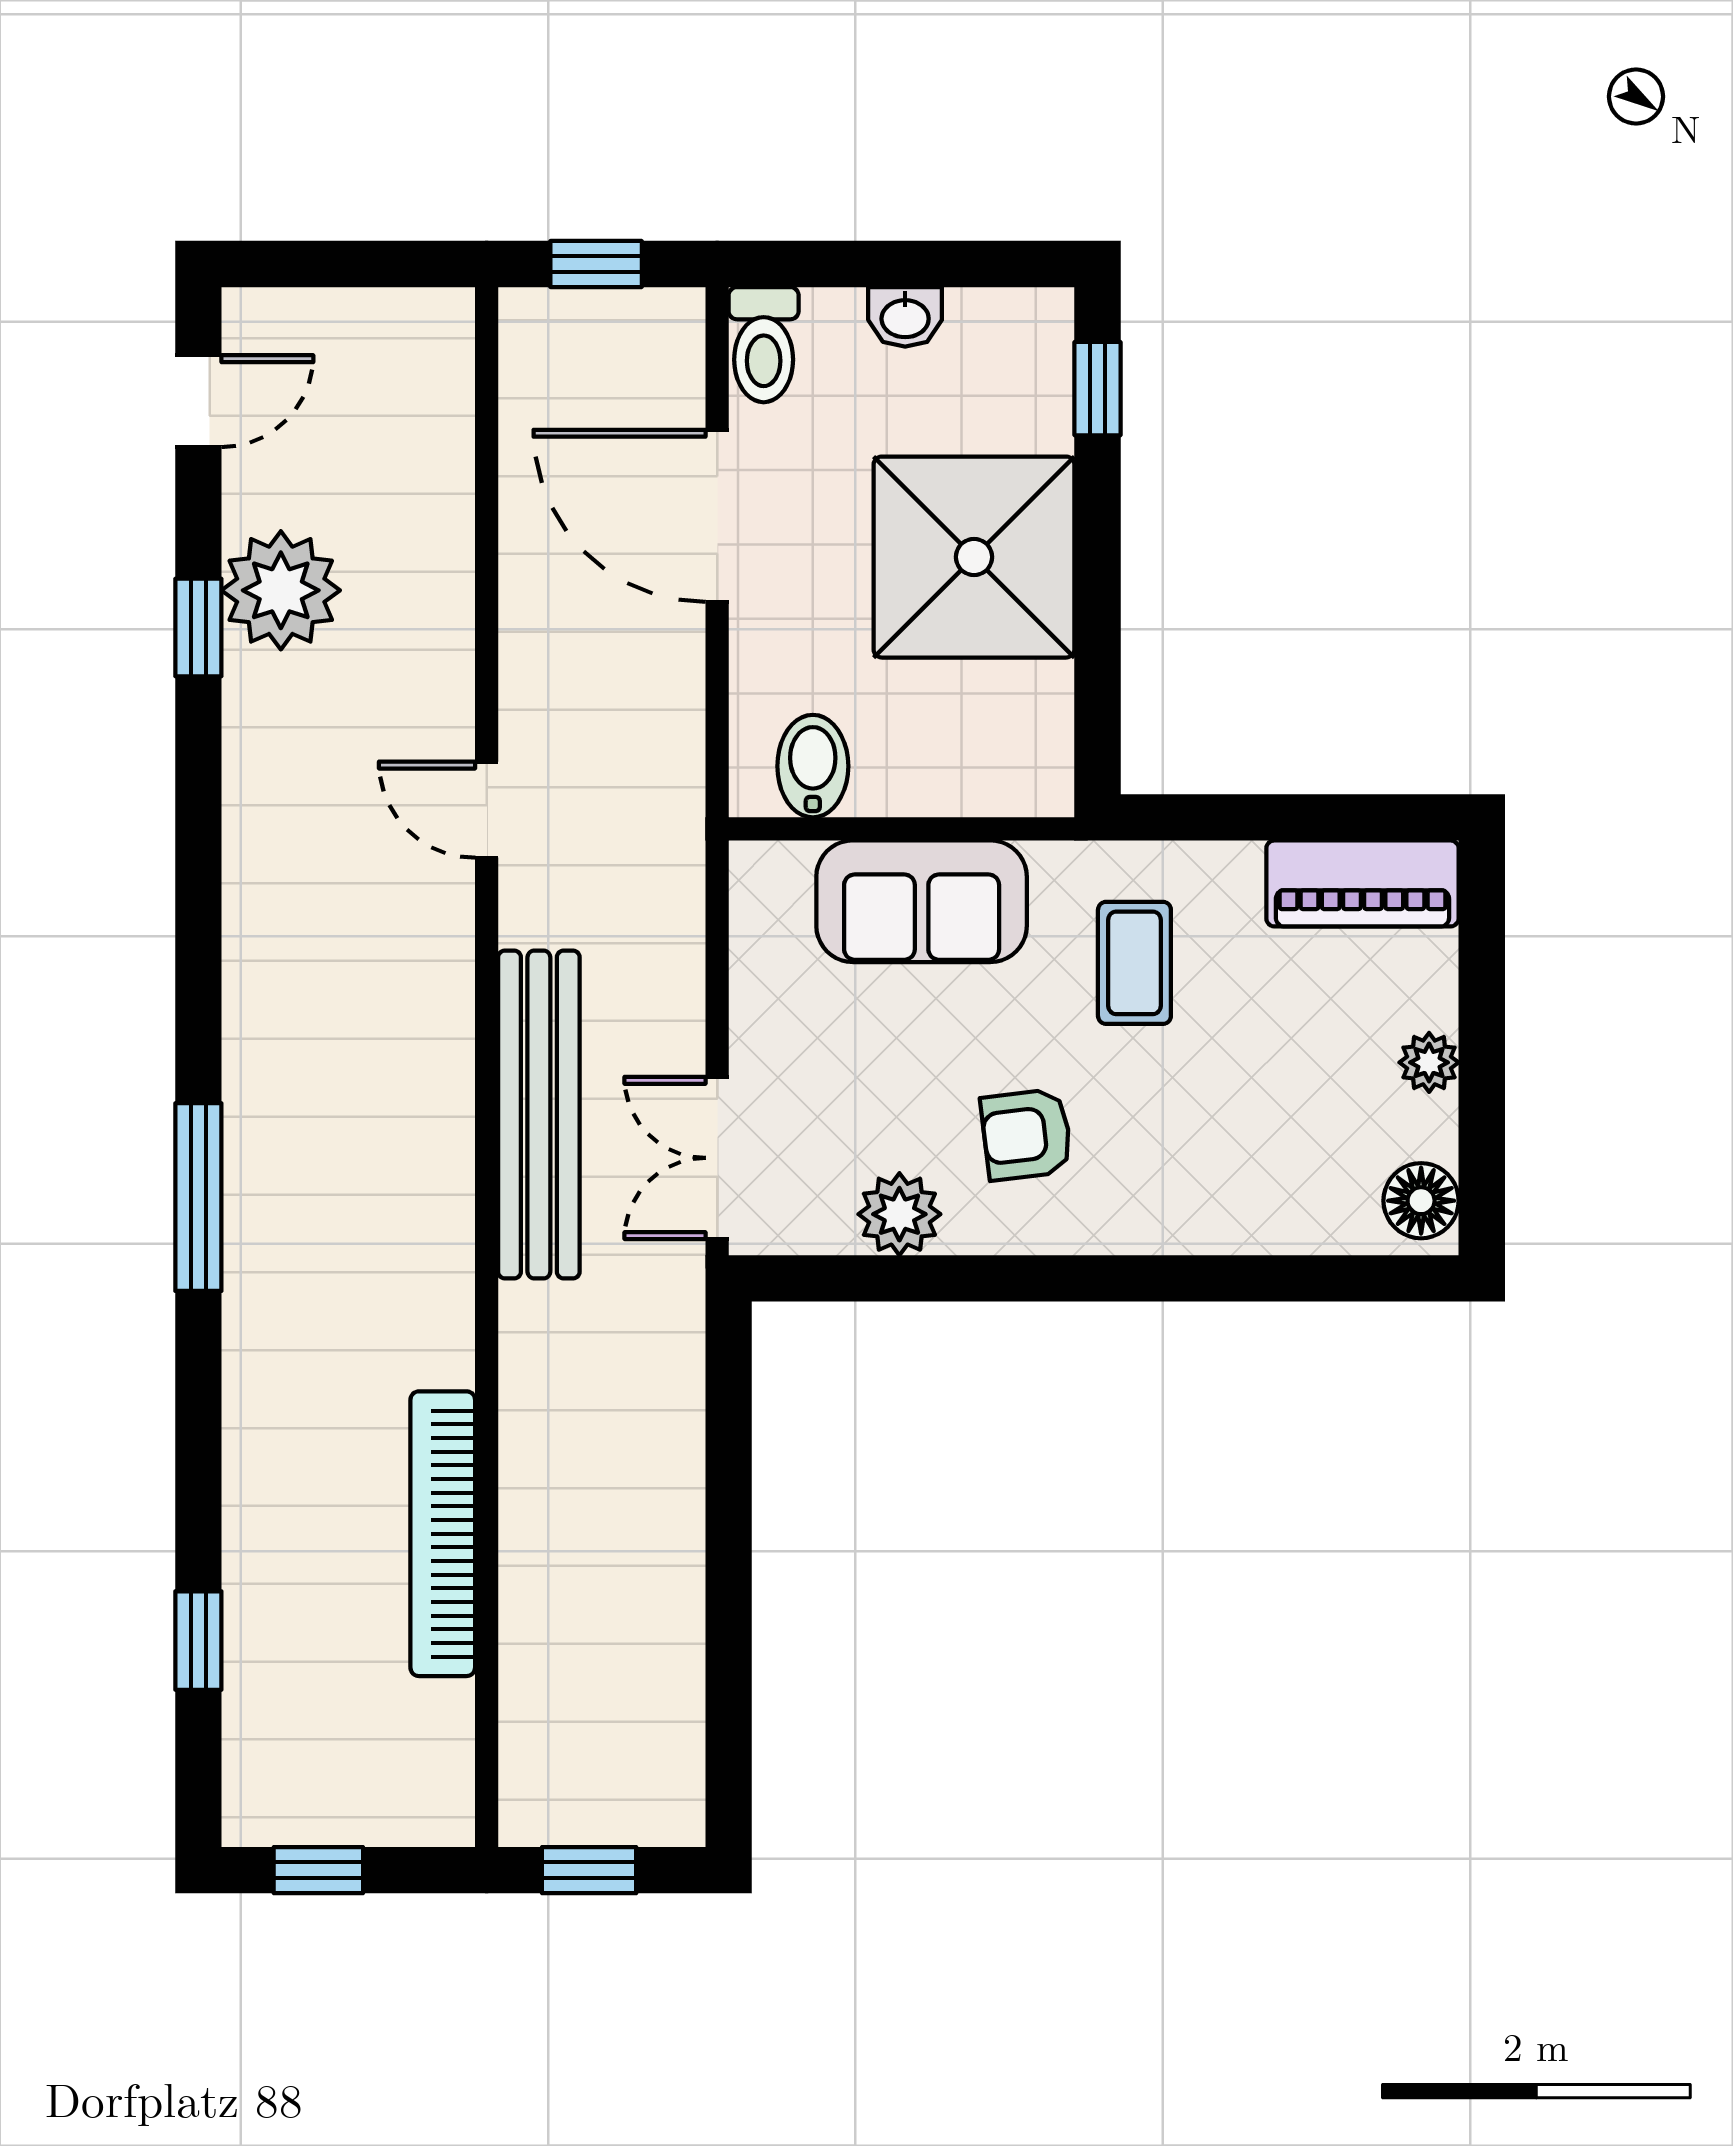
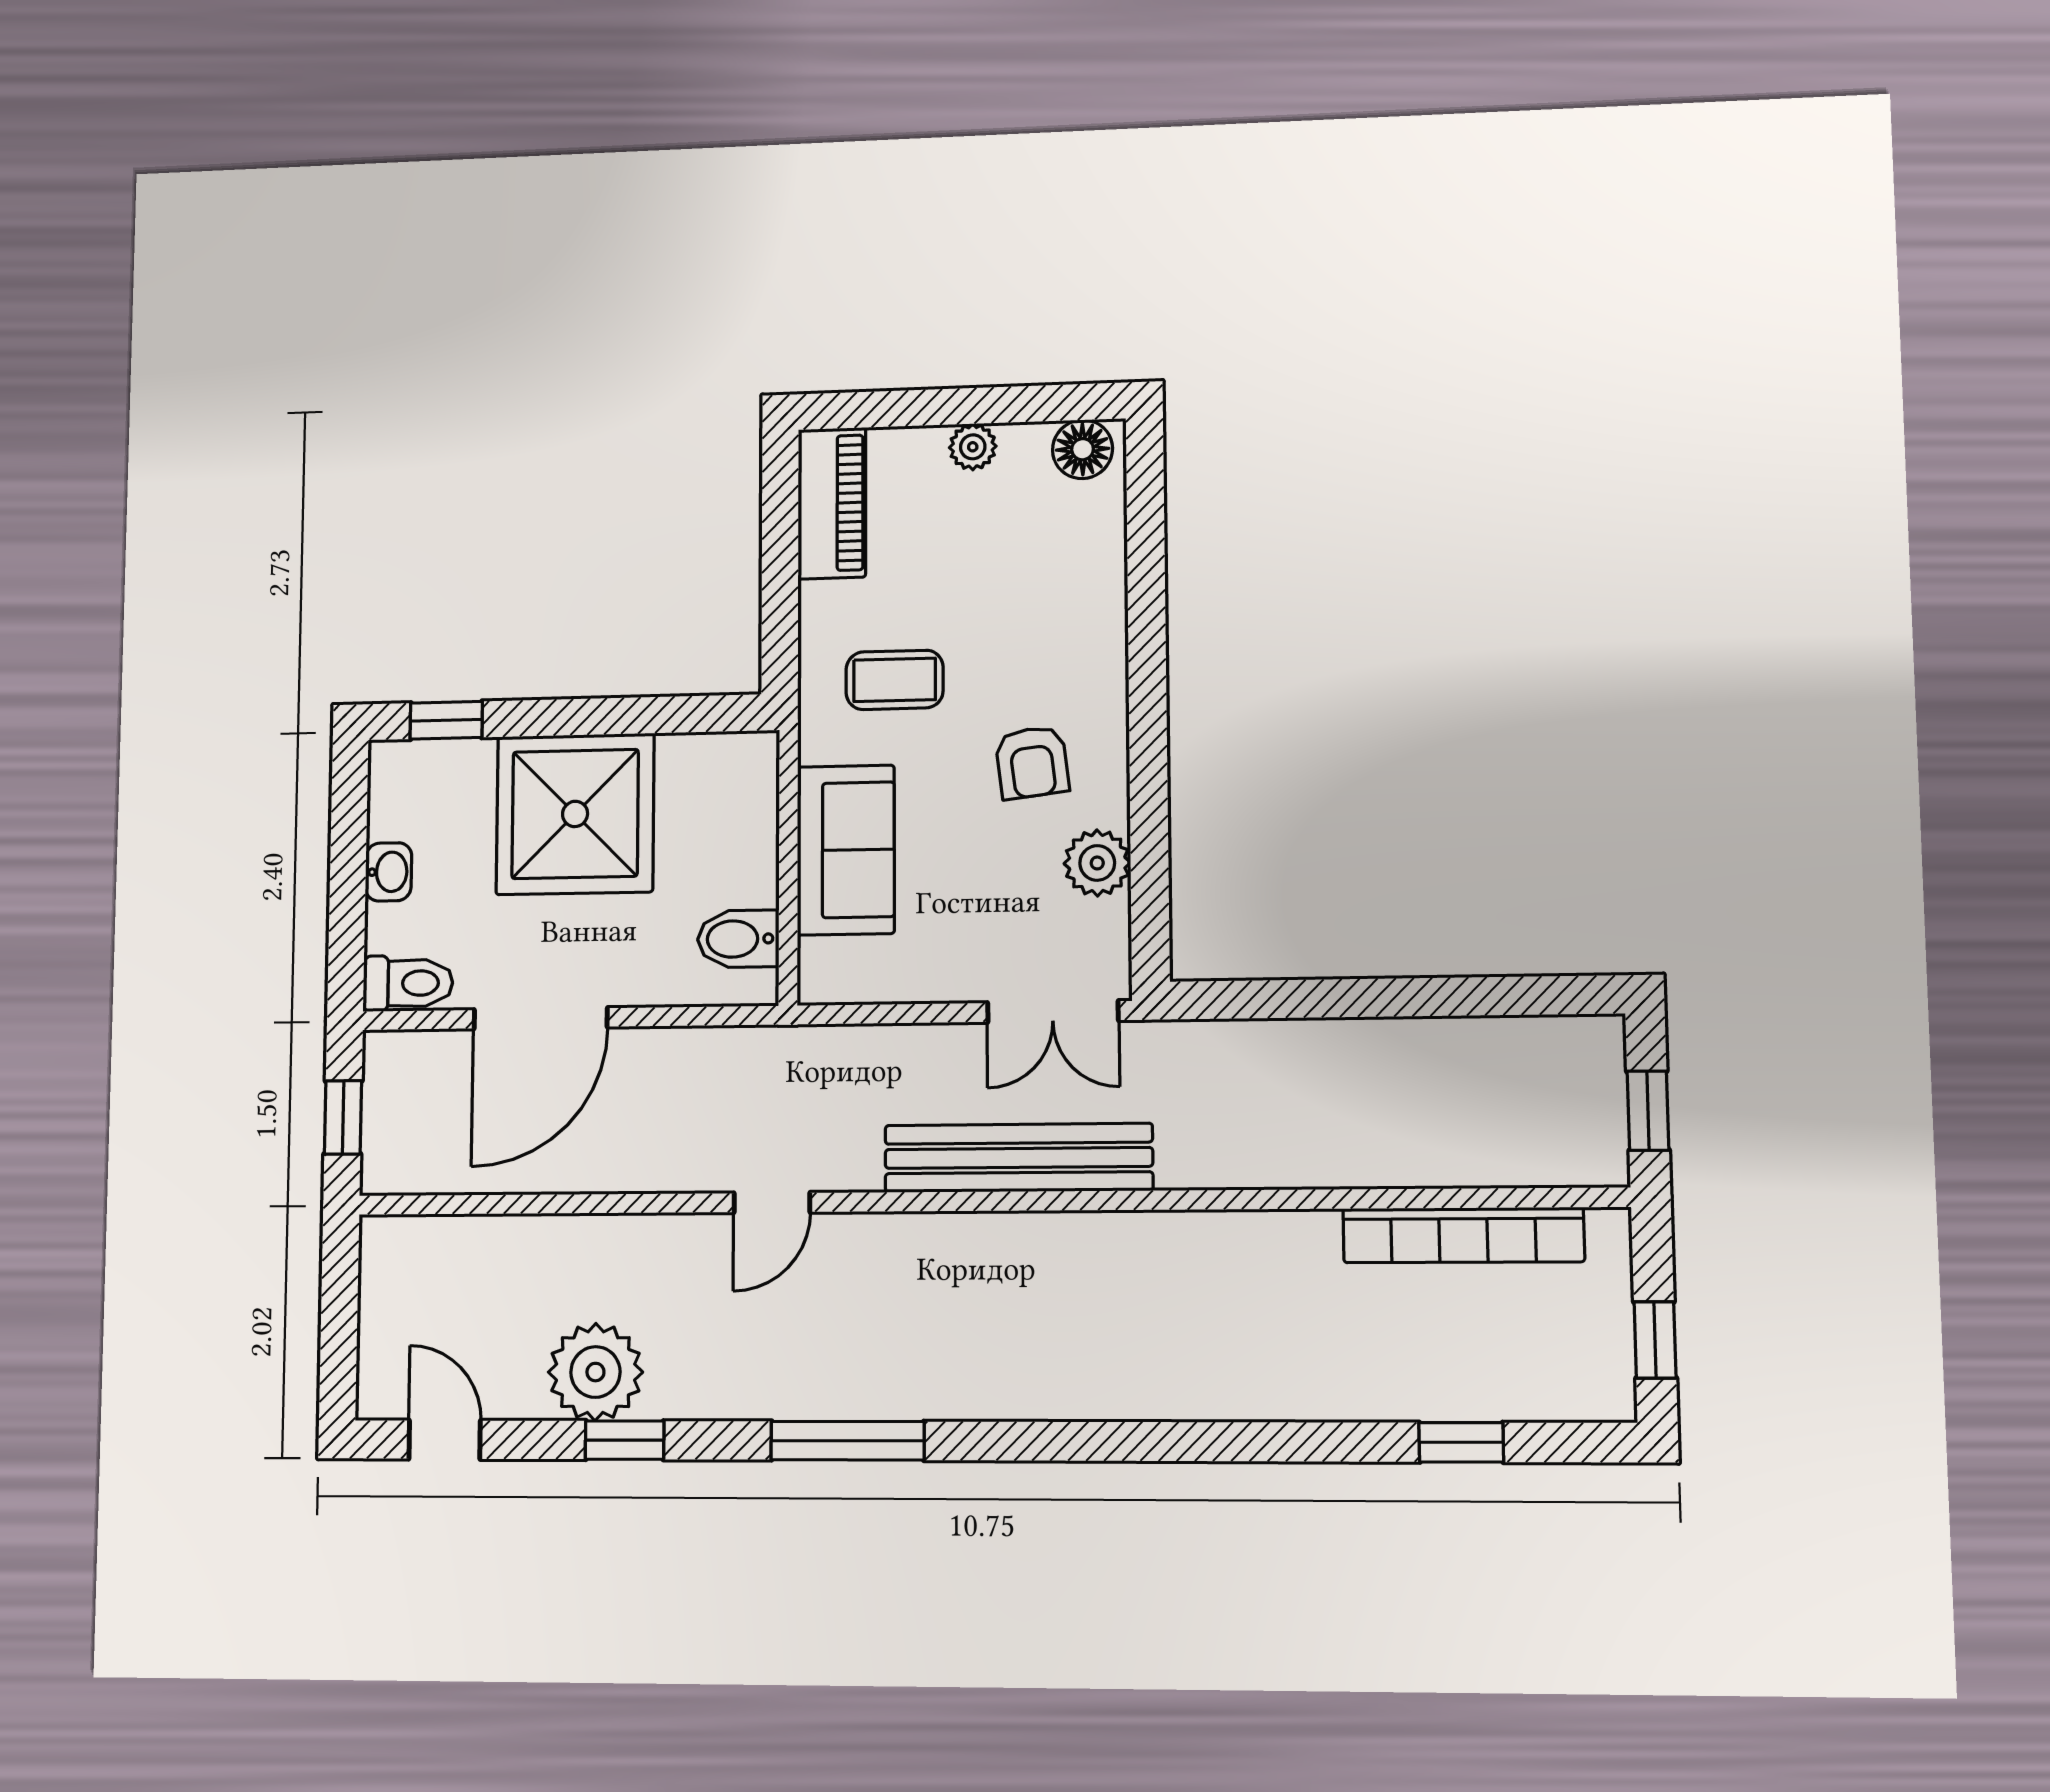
window: (198, 1197) -> (848, 1441), moved
bookcase: (443, 1534) -> (1463, 1235), moved

